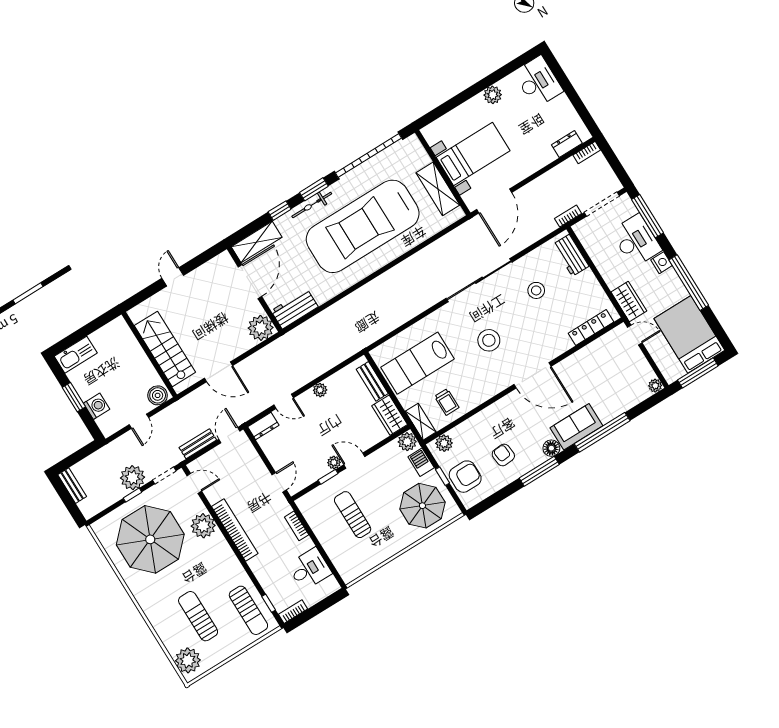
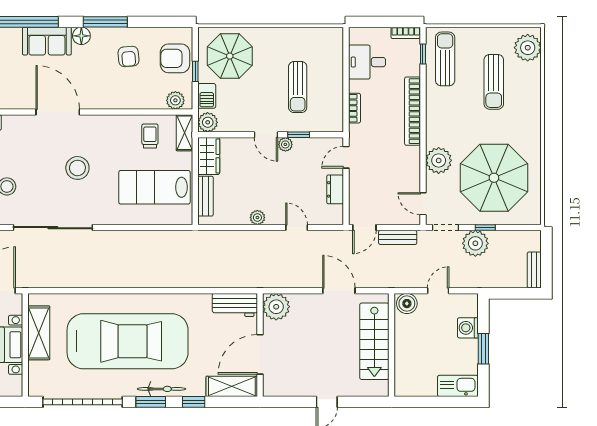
lab bench: (418, 363) -> (154, 187), turned 180
dresser: (263, 426) -> (335, 189), moved, turned -90
bookcase: (235, 530) -> (413, 111), moved

